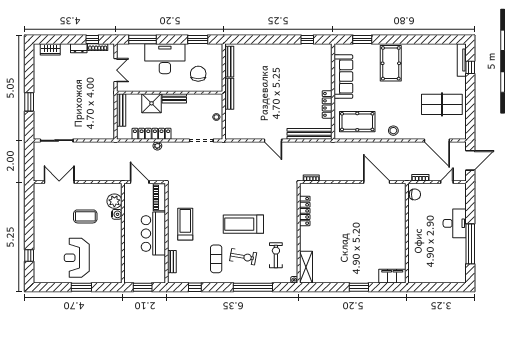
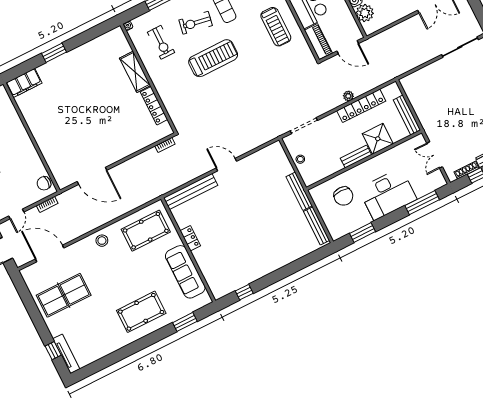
pool table: (391, 63) -> (141, 312), turned 90
locker: (327, 104) -> (190, 238), width x0.66
shelving: (306, 267) -> (135, 72), moved

